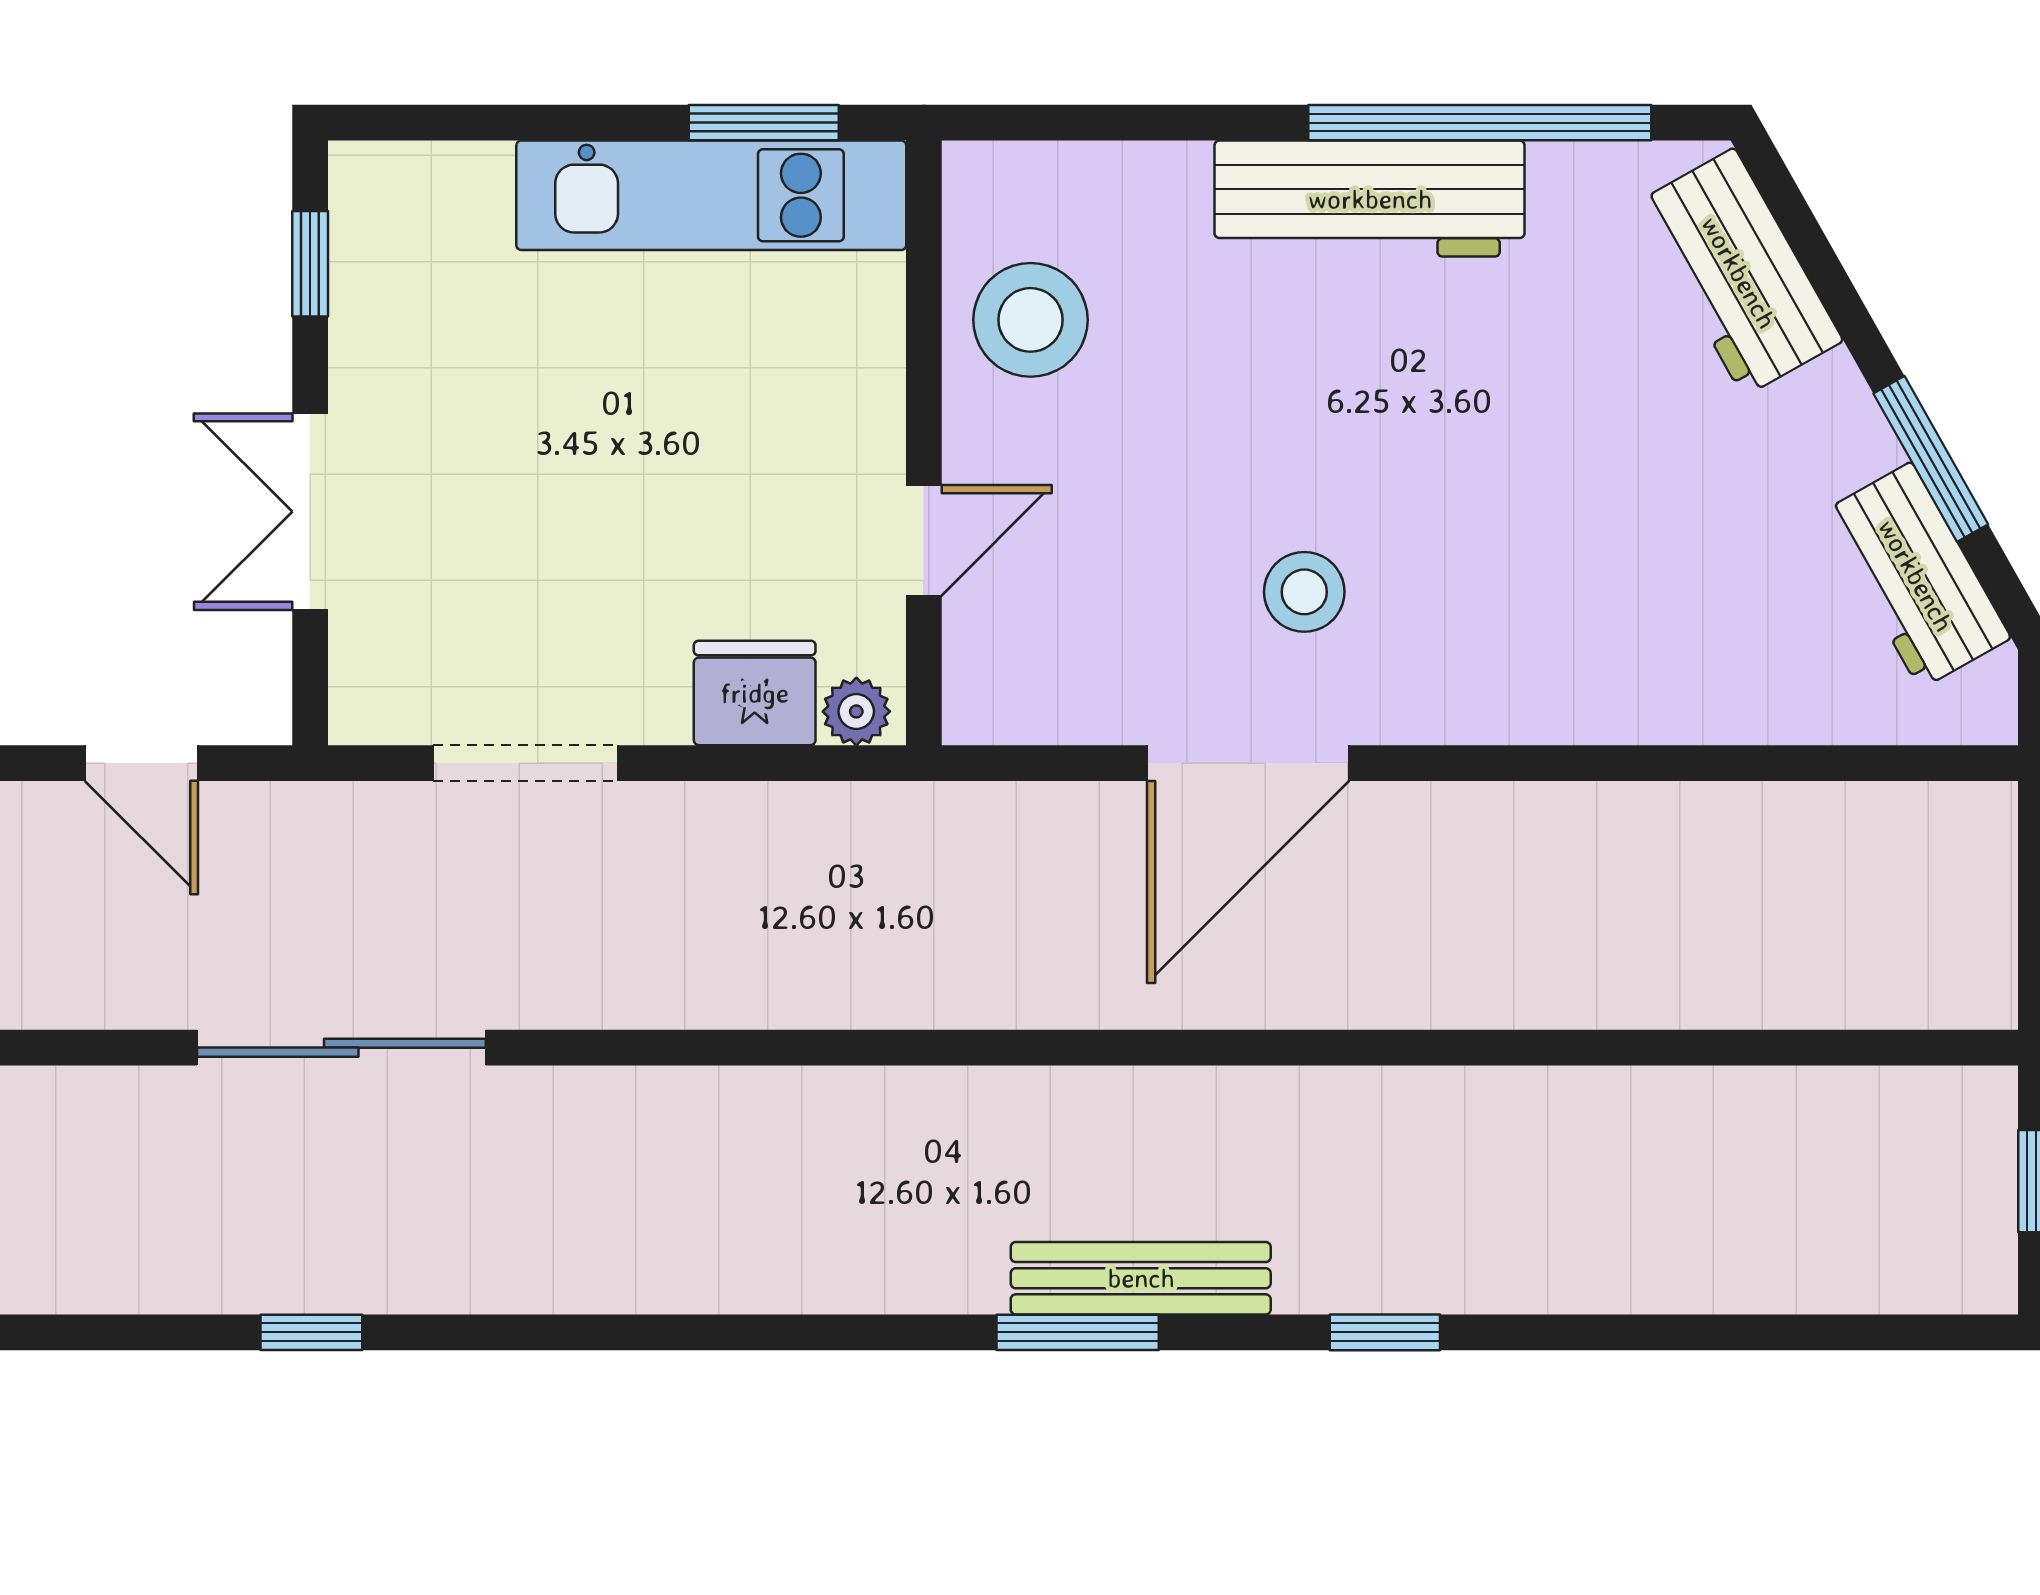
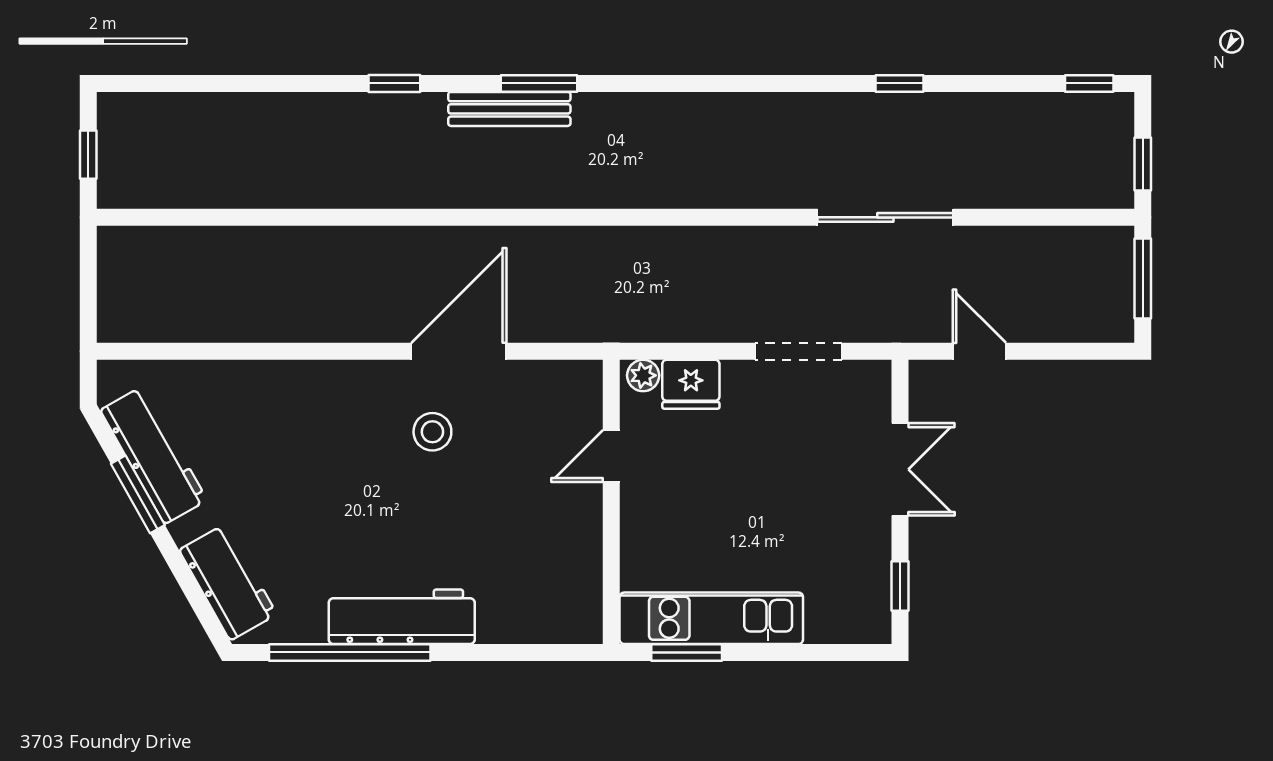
stool: (1030, 320) -> (561, 560), removed
workbench: (1916, 575) -> (154, 455), width x1.38

